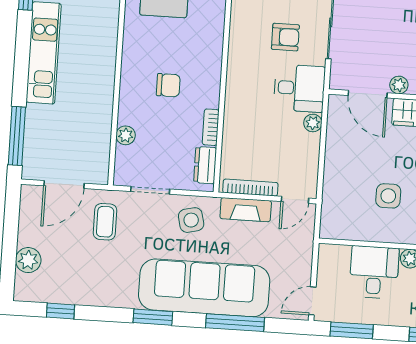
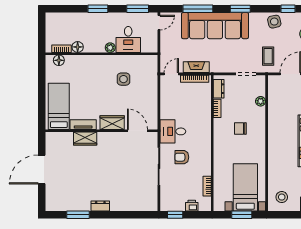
plant: (399, 85) -> (122, 136), removed
plant: (313, 123) -> (165, 114), removed
side table: (191, 220) -> (274, 22), moved

